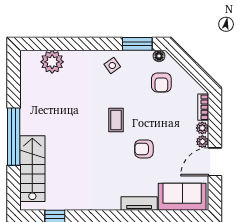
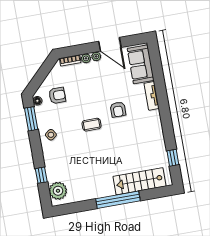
window: (63, 44) -> (41, 175), added
plant: (52, 62) -> (58, 191), moved
armchair: (144, 149) -> (118, 109), moved

